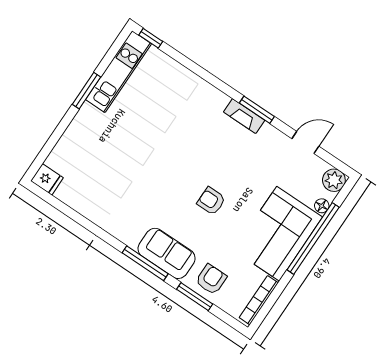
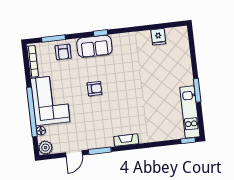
window: (257, 110) -> (100, 151), moved
fireplace: (244, 116) -> (126, 140), moved
fridge: (47, 179) -> (158, 37), moved, turned -90
window: (145, 263) -> (101, 33), width x0.46
window: (195, 297) -> (53, 38), moved

